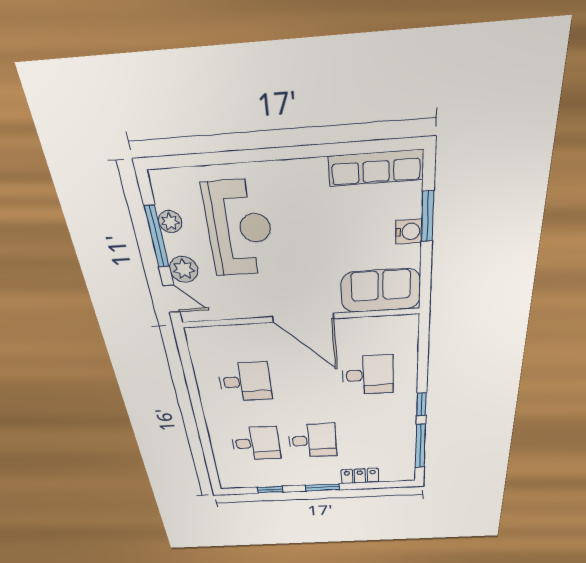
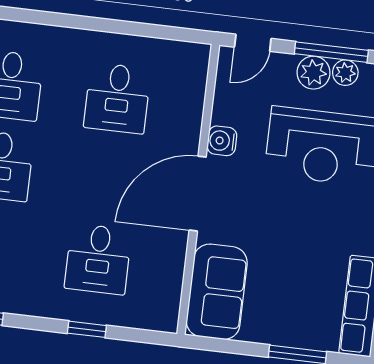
water cooler: (409, 232) -> (222, 141), moved, turned 90
plant: (184, 269) -> (313, 73), moved
window: (422, 404) -> (87, 329), moved

